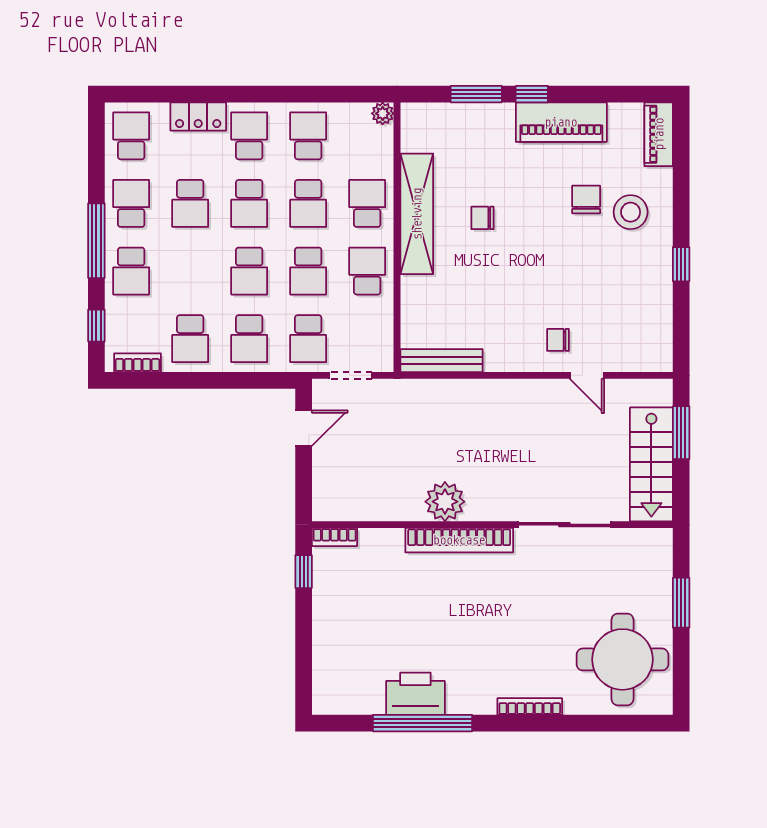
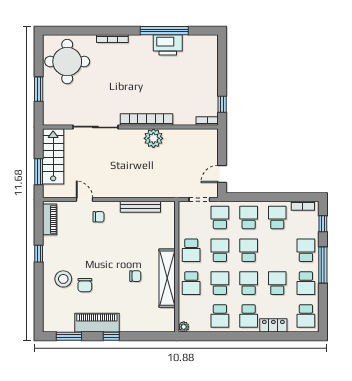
window: (476, 94) -> (69, 336), moved
piano: (659, 134) -> (50, 219), moved
bench: (441, 361) -> (140, 207), moved

